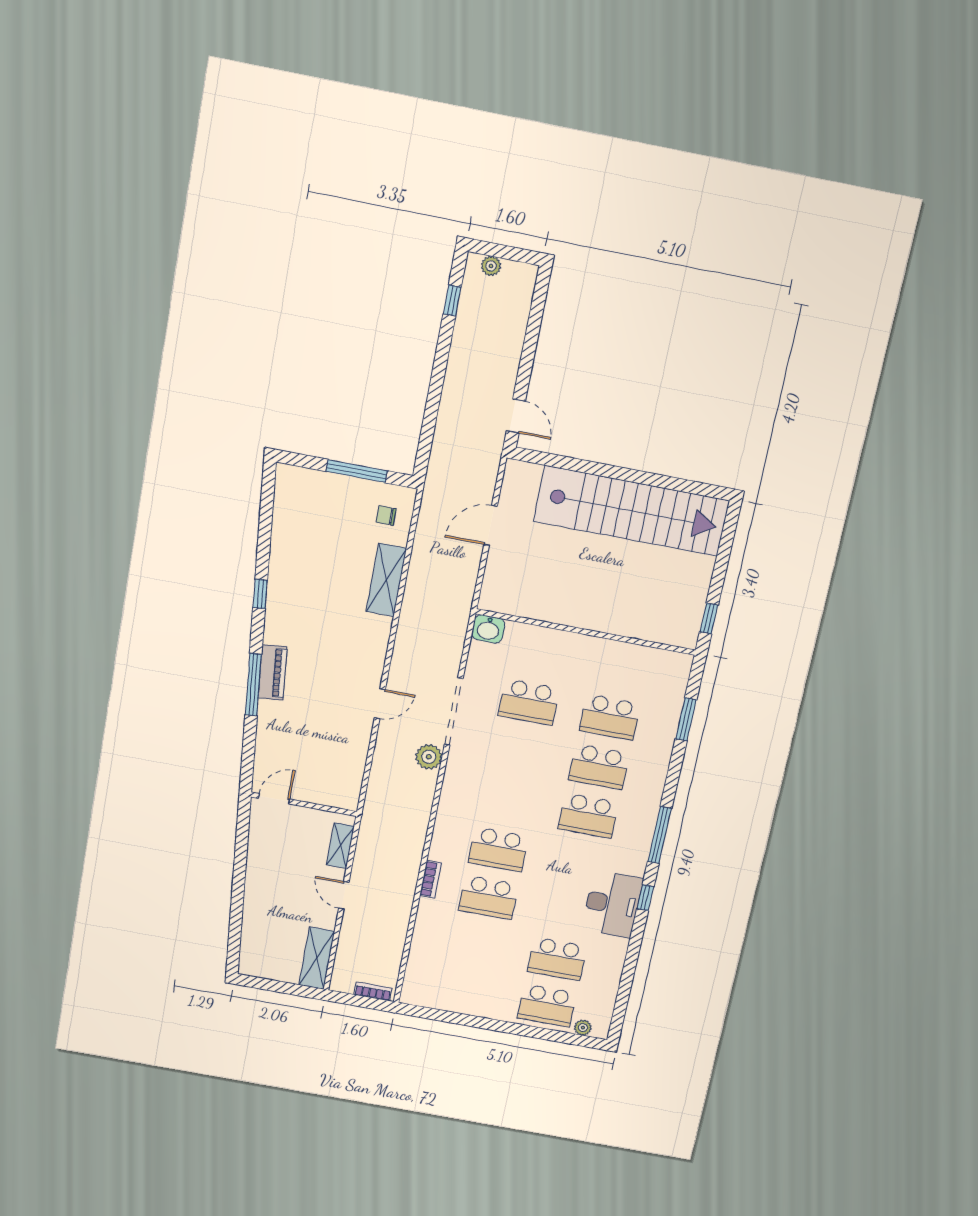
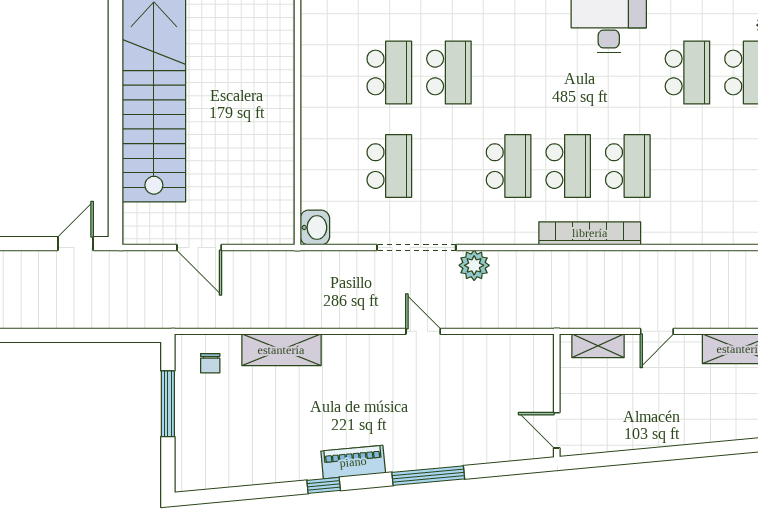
piano: (273, 672) -> (353, 462), moved
school desk: (588, 816) -> (509, 166), moved
bookcase: (431, 879) -> (590, 233), width x2.31, depth x1.31

